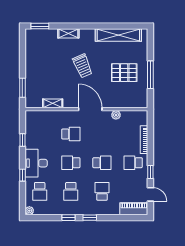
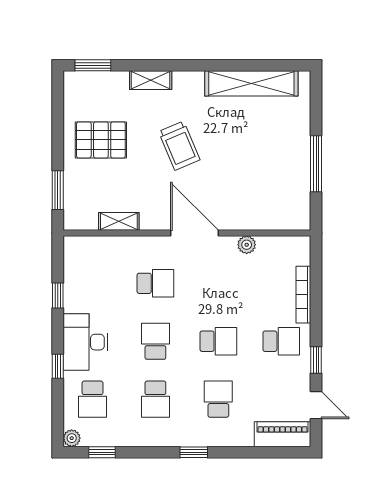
pallet: (124, 73) -> (101, 140), moved
school desk: (71, 163) -> (155, 341), turned 90
school desk: (133, 163) -> (281, 341), turned 180
window: (68, 218) -> (102, 452), moved

